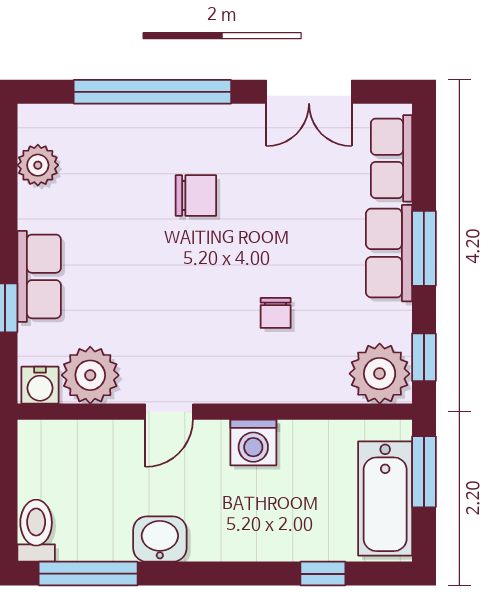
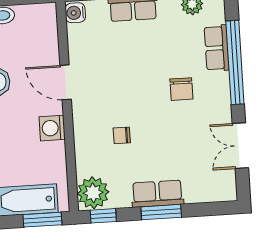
row of seats: (391, 158) -> (217, 48), moved, turned -90
plant: (90, 375) -> (82, 39), removed
door: (169, 412) -> (66, 82), width x1.37

